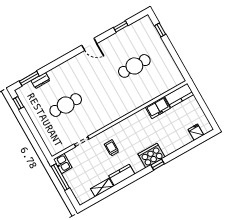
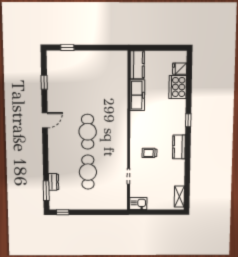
cafe table: (134, 66) -> (88, 132), moved
freezer: (158, 108) -> (137, 95), width x1.40
cooker: (152, 156) -> (178, 87), moved
kitchen counter: (122, 175) -> (179, 147), moved
window: (60, 177) -> (149, 212), removed
shelving: (102, 188) -> (179, 196), moved

